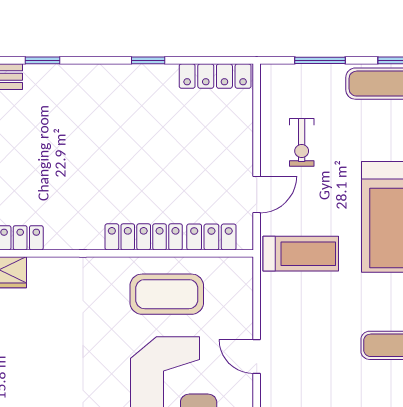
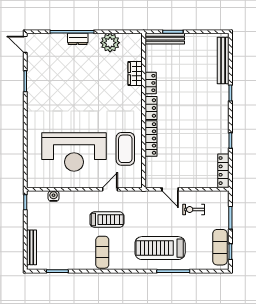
locker: (211, 237) -> (151, 108), moved
treadmill: (301, 254) -> (107, 220), moved, turned -90
door: (257, 356) -> (110, 189), moved

